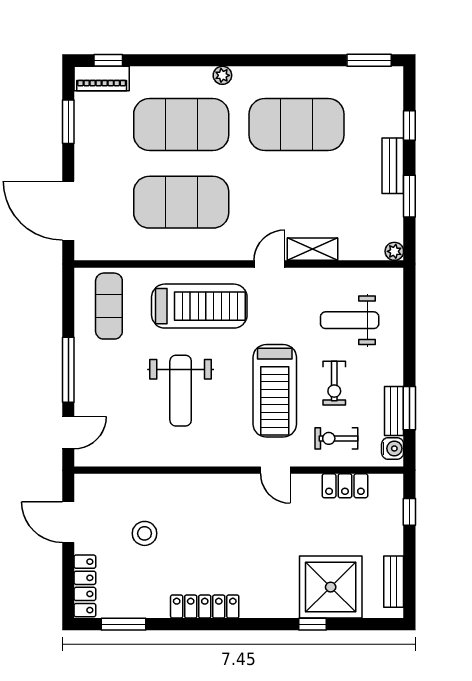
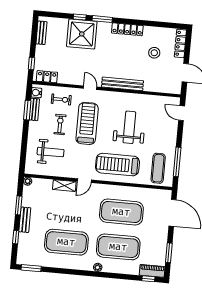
window: (68, 370) -> (177, 162), moved
door: (68, 433) -> (182, 113), hinge flipped
bench: (205, 485) -> (122, 84), added
locker: (345, 486) -> (47, 77), moved
stool: (145, 533) -> (154, 53), moved
shower: (331, 587) -> (82, 34), moved
window: (124, 624) -> (102, 19), moved

